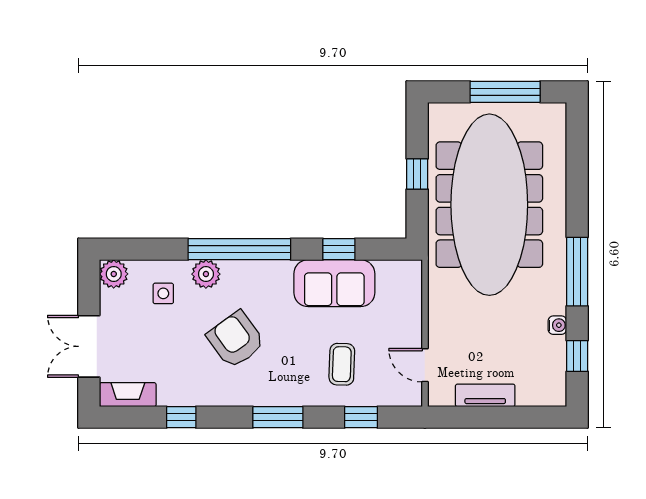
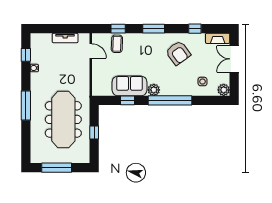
meeting table: (489, 205) -> (63, 119), width x0.73, depth x0.79
window: (577, 272) -> (26, 106), moved
plant: (206, 274) -> (154, 90), moved
armchair: (236, 339) -> (178, 53), moved
double door: (89, 346) -> (234, 59), swing flipped
coffee table: (342, 364) -> (117, 44), moved

